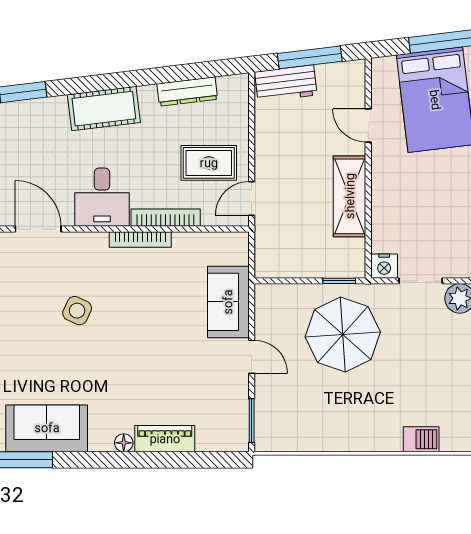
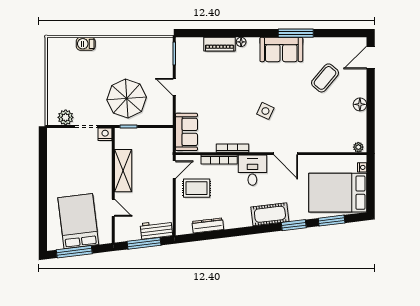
cot: (104, 109) -> (270, 214), moved
sofa: (228, 302) -> (186, 132), moved

